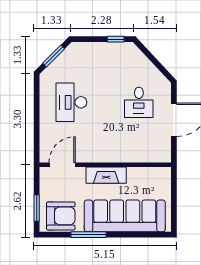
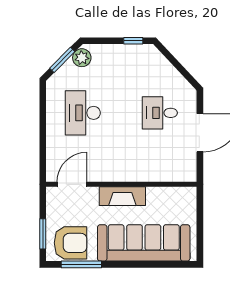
plant: (71, 54) -> (82, 58), added
desk: (139, 102) -> (160, 113), turned 90
window: (88, 235) -> (81, 264), moved

